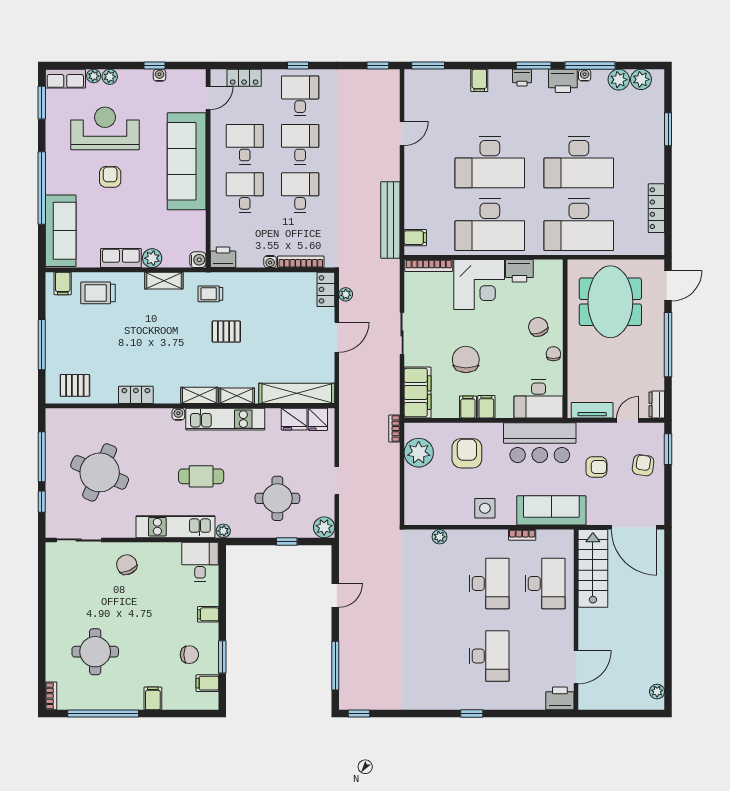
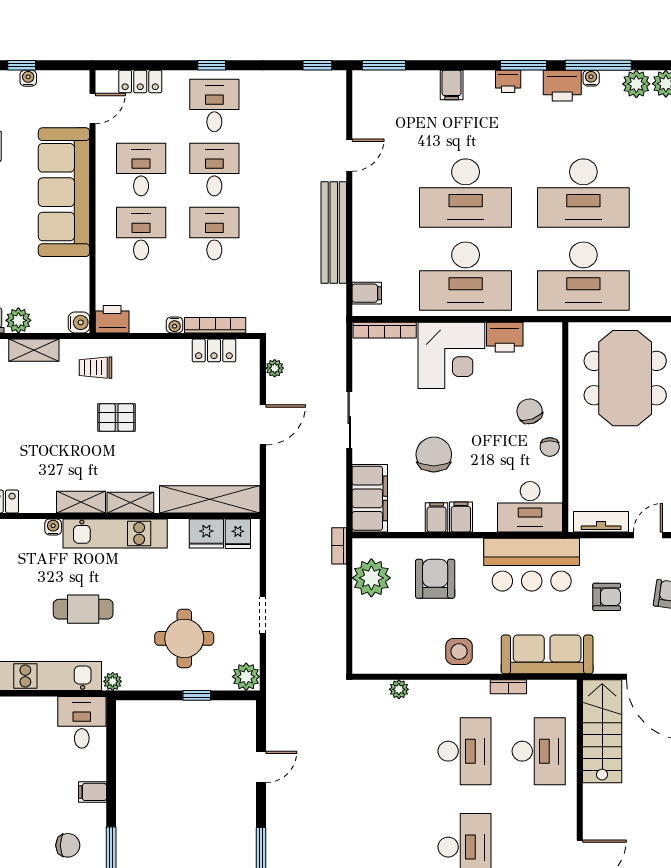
bench: (390, 220) -> (334, 232), moved
locker: (326, 289) -> (214, 350), moved, turned -90
chair: (553, 354) -> (550, 447), turned 180

